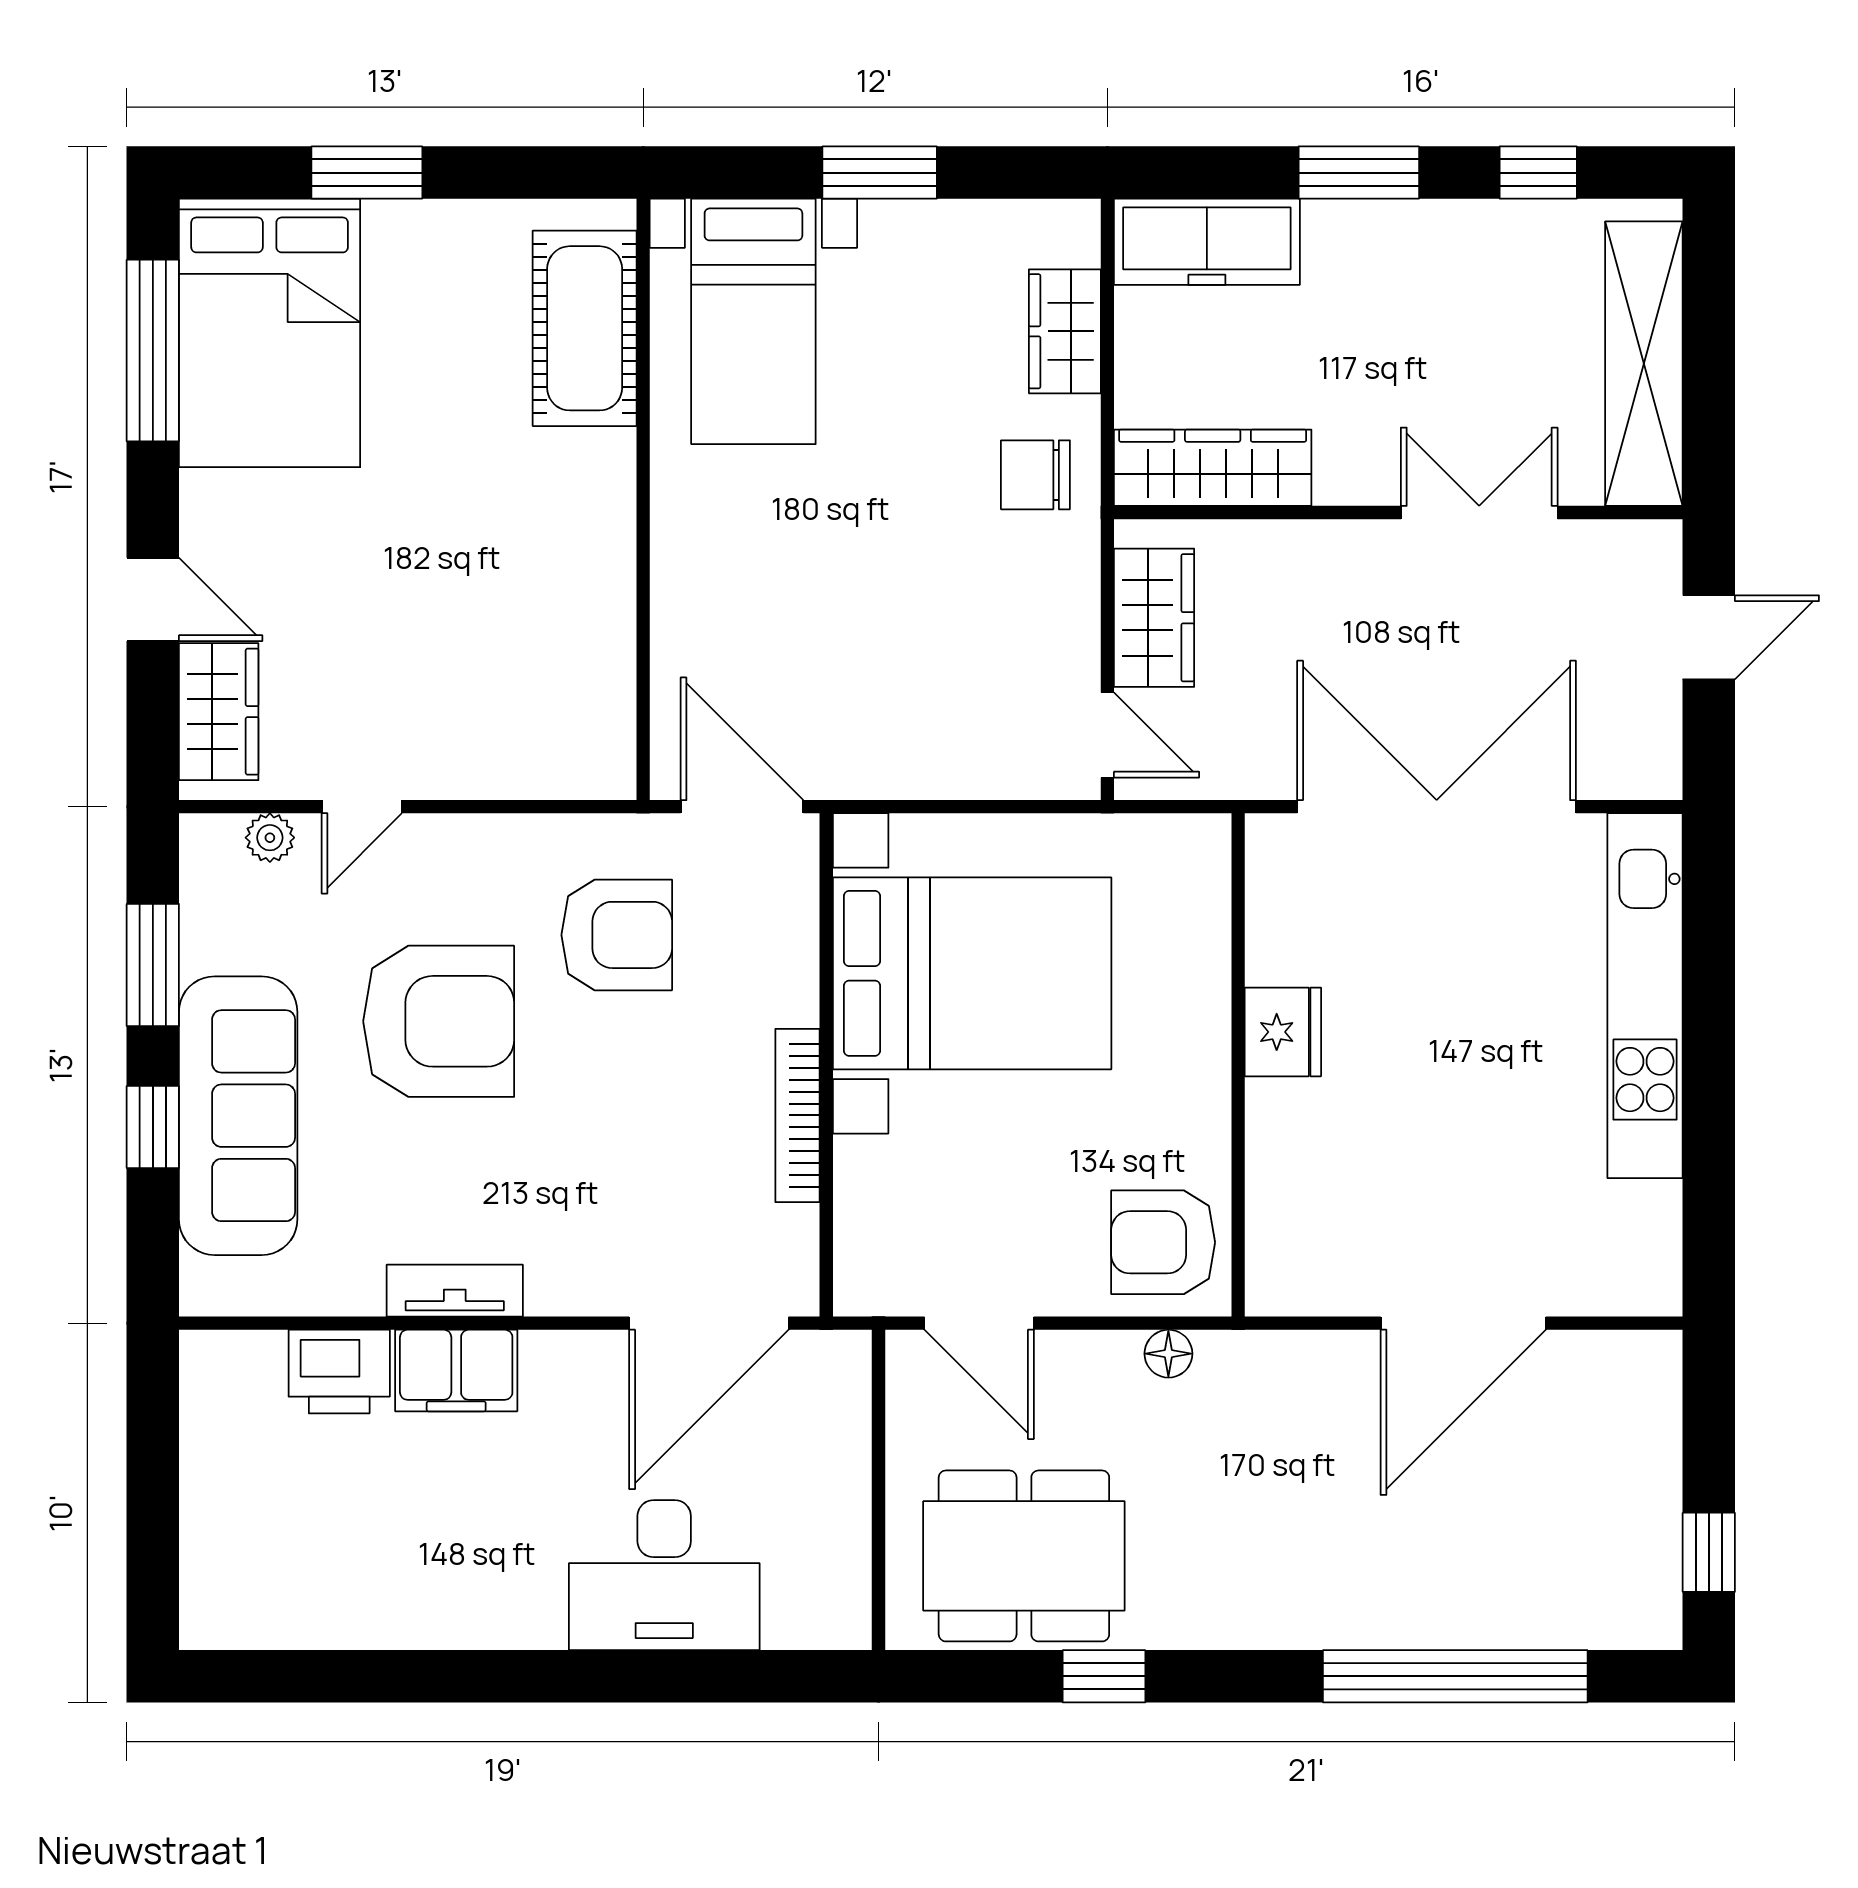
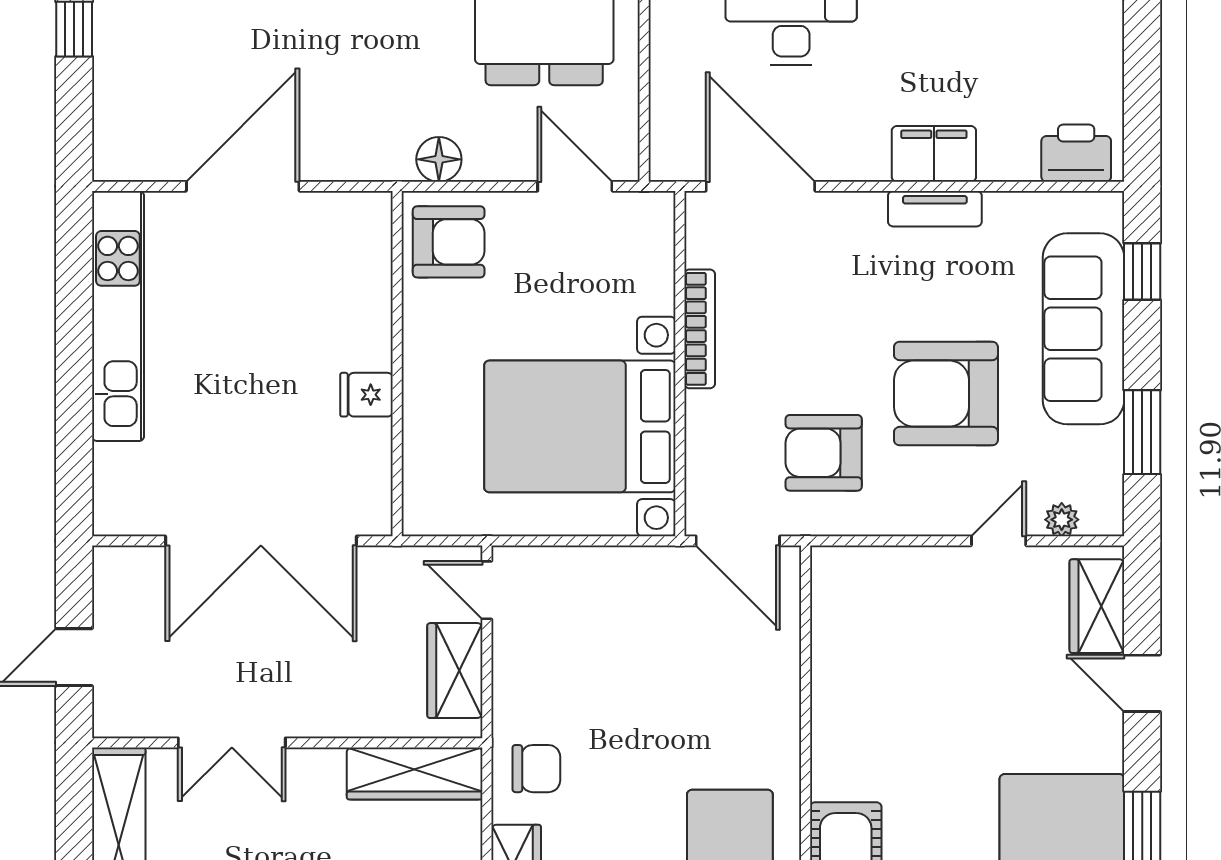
kitchen unit: (1645, 996) -> (118, 316), moved
fridge: (1283, 1032) -> (367, 395), width x0.72
window: (153, 1127) -> (1142, 271), moved
door: (709, 1323) -> (760, 186), hinge flipped
floor lamp: (1168, 1354) -> (439, 159), width x1.37, depth x1.37
printer: (339, 1372) -> (1076, 153), moved

